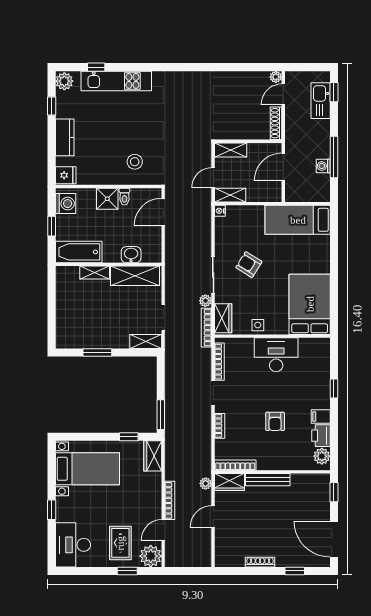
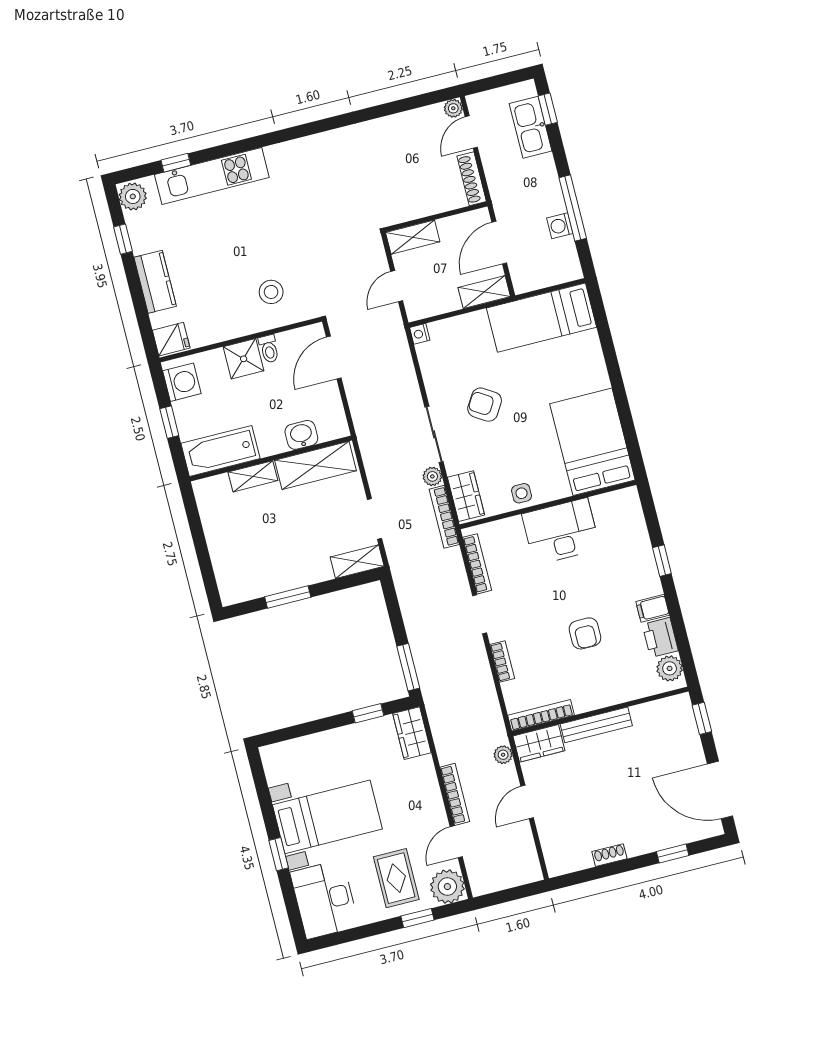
shelving: (230, 195) -> (484, 292), moved
bed with nightstands: (87, 469) -> (327, 817), moved
shoe rack: (260, 562) -> (609, 855), width x0.70

